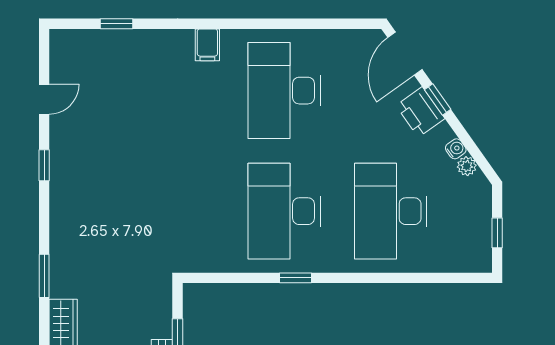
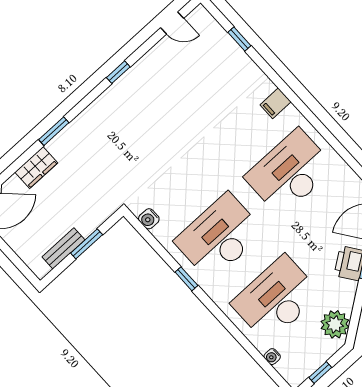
door: (44, 99) -> (172, 23), moved
water cooler: (456, 149) -> (272, 357), moved, turned 125
plant: (467, 166) -> (335, 324), width x1.88, depth x1.88
water cooler: (207, 262) -> (149, 219), added

